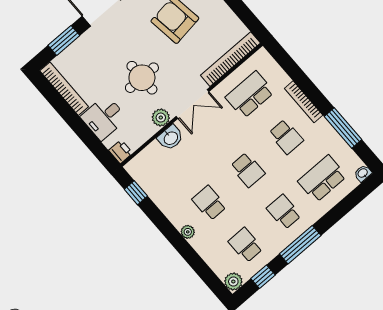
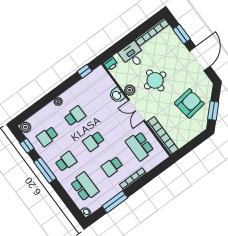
school desk: (250, 95) -> (140, 146), turned 180
school desk: (246, 245) -> (47, 136), turned 180

